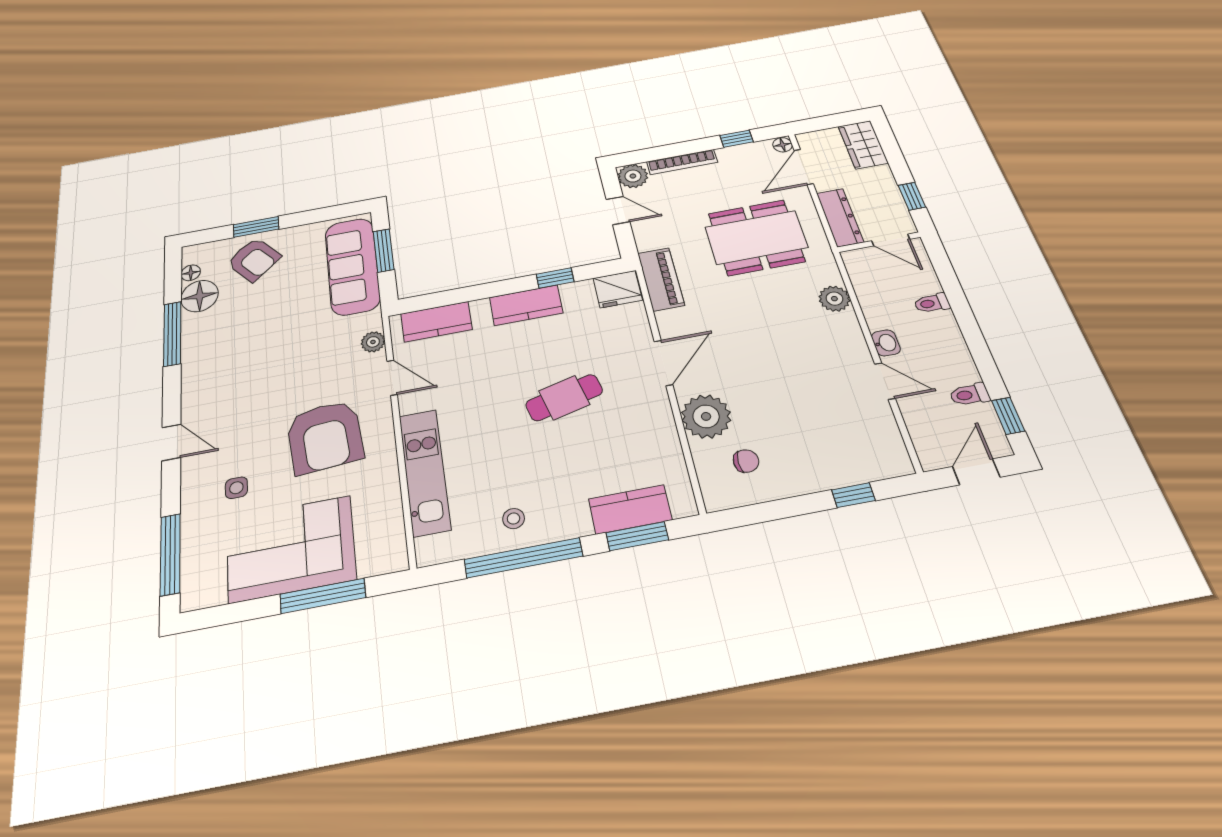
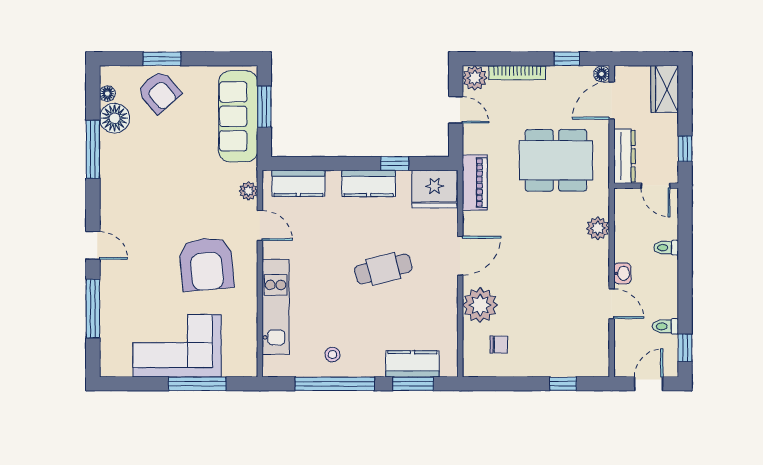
fridge: (618, 289) -> (434, 189), width x1.36, depth x1.34
side table: (236, 488) -> (140, 292), removed
window: (170, 554) -> (93, 309), moved

